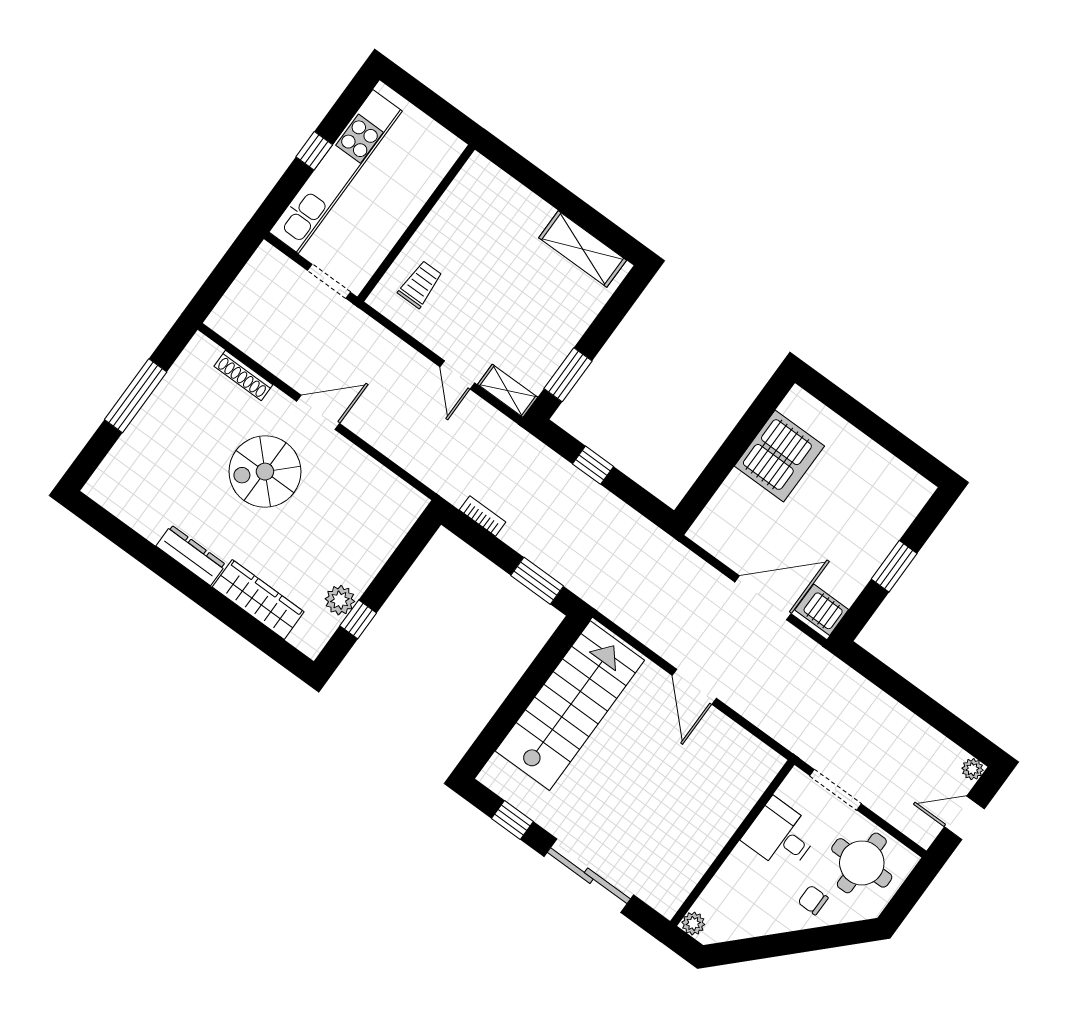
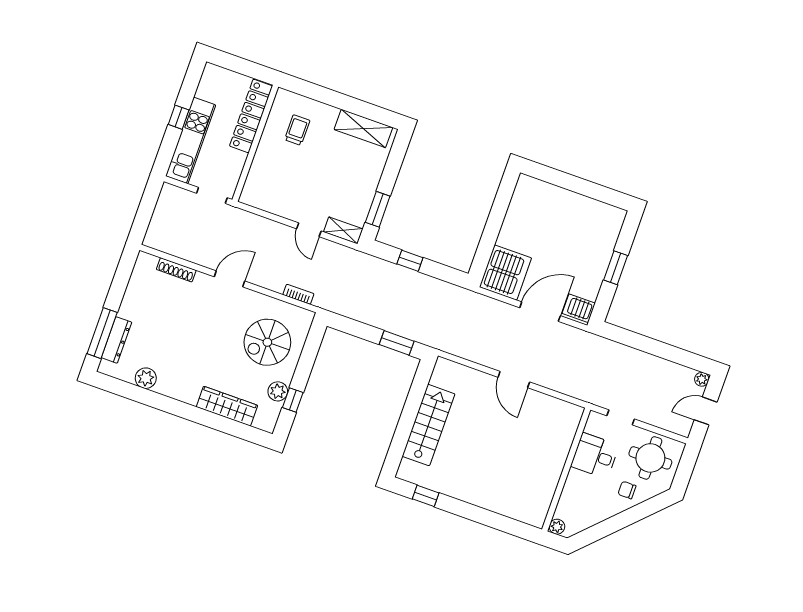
kitchen unit: (336, 172) -> (191, 141), width x0.73
locker: (422, 181) -> (251, 116), added
trolley: (420, 284) -> (297, 130), moved
window: (136, 396) -> (102, 333), moved
server rack: (779, 456) -> (505, 273), moved
spiral stairs: (265, 472) -> (267, 342), moved
bookcase: (483, 516) -> (298, 294), moved
plant: (150, 522) -> (146, 378), added
dresser: (191, 555) -> (117, 340), moved, turned 90
stairs: (570, 706) -> (429, 425), width x0.73, depth x0.66
doorway: (836, 790) -> (621, 417), width x0.73
sliding door: (589, 876) -> (483, 516), removed

